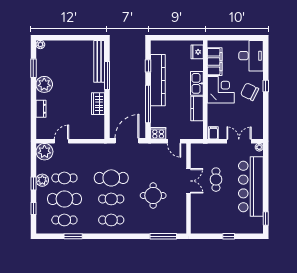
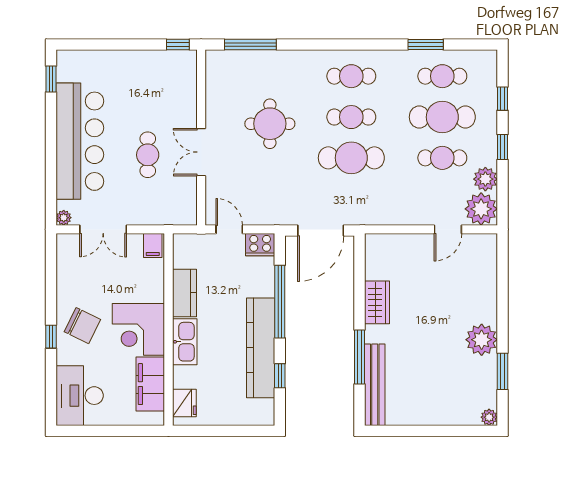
dresser: (41, 109) -> (488, 292), removed
plant: (42, 180) -> (485, 179), moved
window: (229, 236) -> (178, 44), moved

